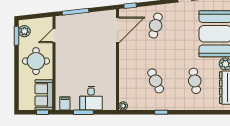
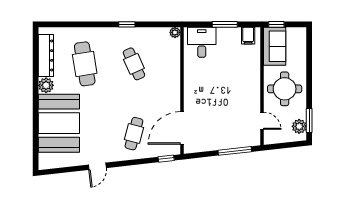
door: (54, 36) -> (262, 121), hinge flipped
cafe table: (195, 81) -> (85, 64), width x1.37, depth x1.35
desk: (91, 98) -> (202, 42), moved

